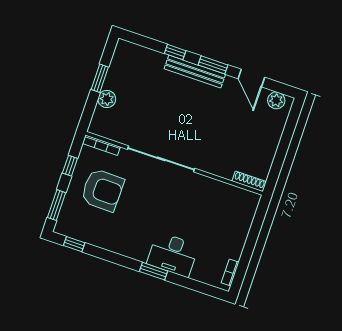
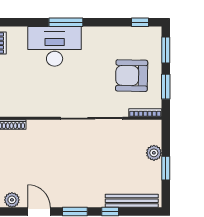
bench: (195, 72) -> (132, 201), moved
window: (70, 166) -> (166, 87), width x1.50
desk: (173, 254) -> (55, 46), width x1.36, depth x1.30
window: (153, 271) -> (66, 22), width x1.44

